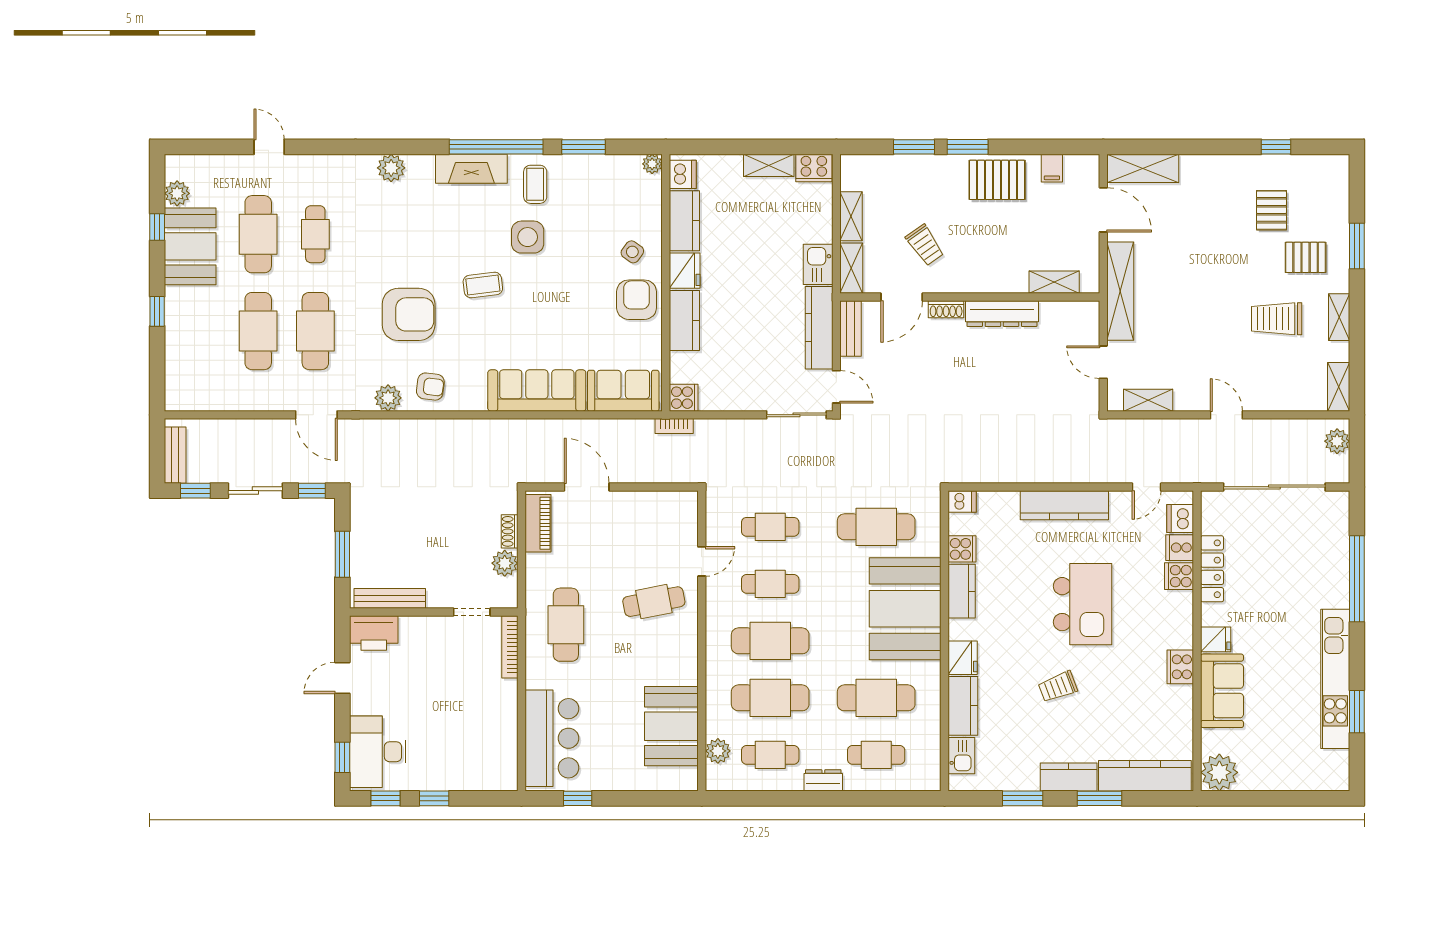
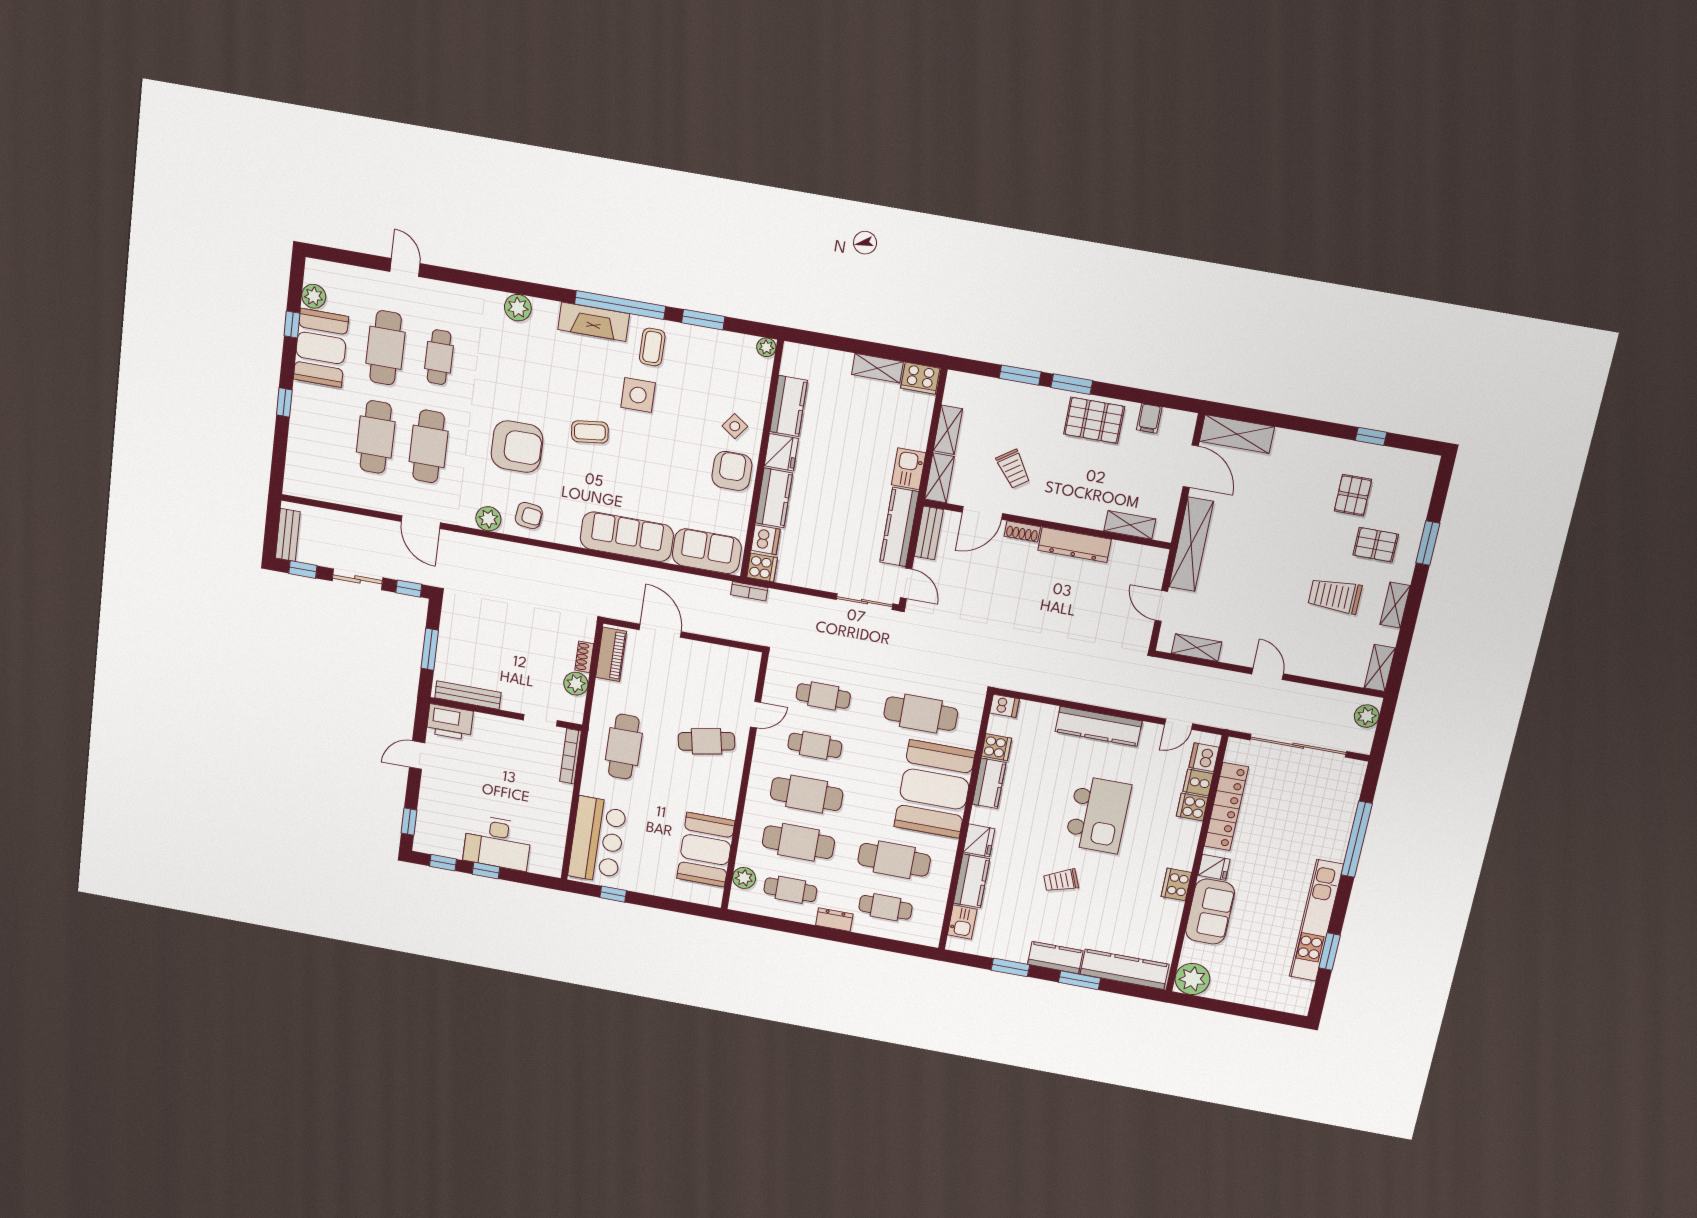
dishwasher: (683, 174) -> (766, 540), moved
locker: (1212, 569) -> (1226, 807), width x1.41, depth x1.21
desk: (378, 752) -> (497, 843), moved, turned -90

